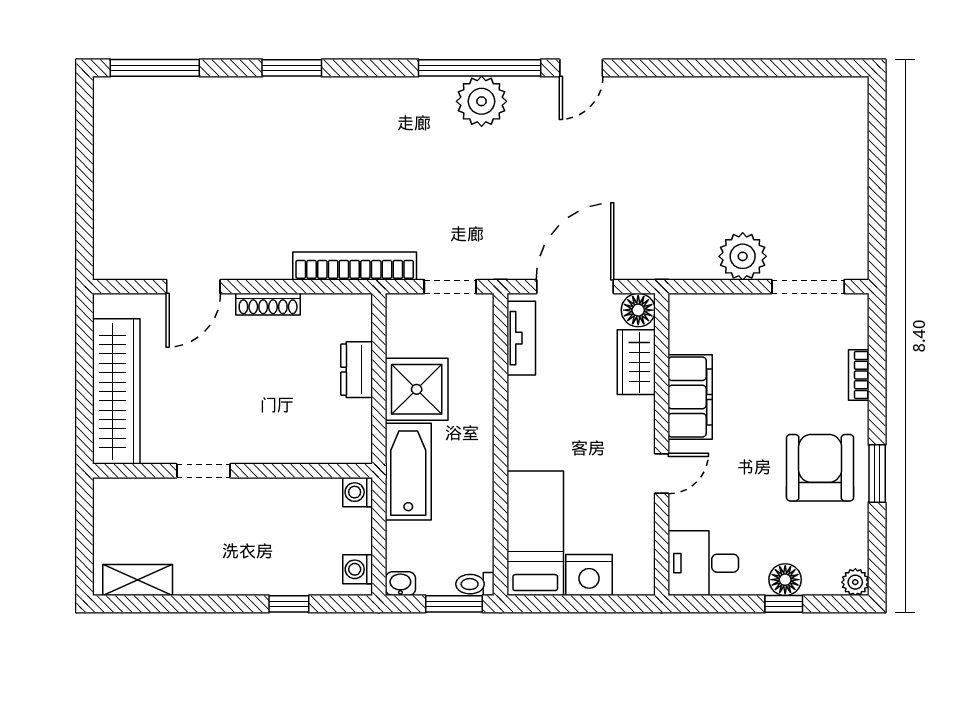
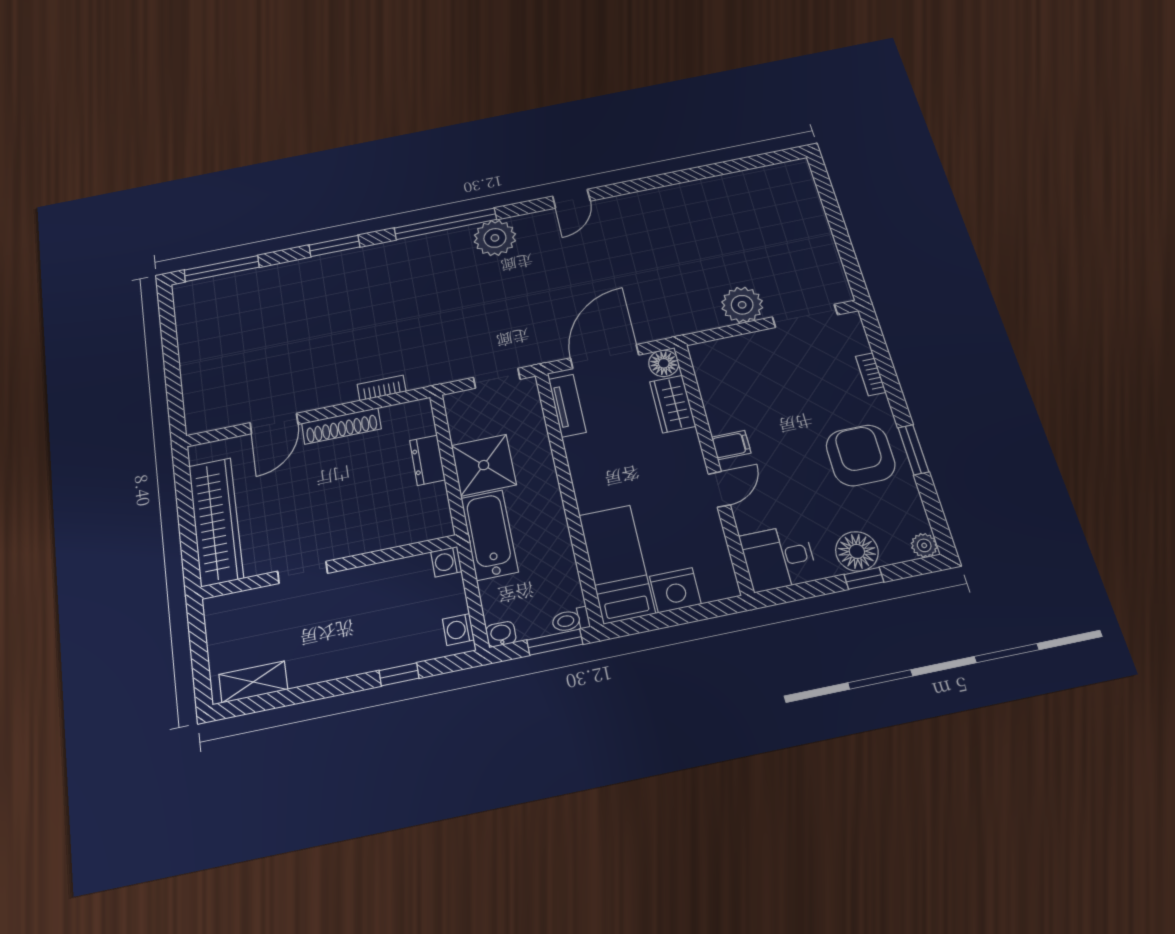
window: (480, 68) -> (445, 224), moved
bookcase: (355, 266) -> (382, 388), width x0.43, depth x0.76
shoe rack: (268, 304) -> (341, 426), width x1.36, depth x1.24
filing cabinet: (690, 397) -> (731, 445), width x0.33, depth x0.86
floor lamp: (785, 580) -> (857, 551), width x1.38, depth x1.38

